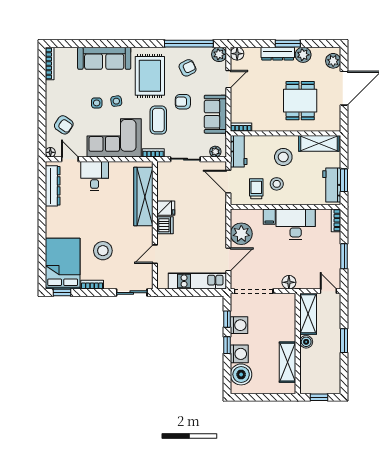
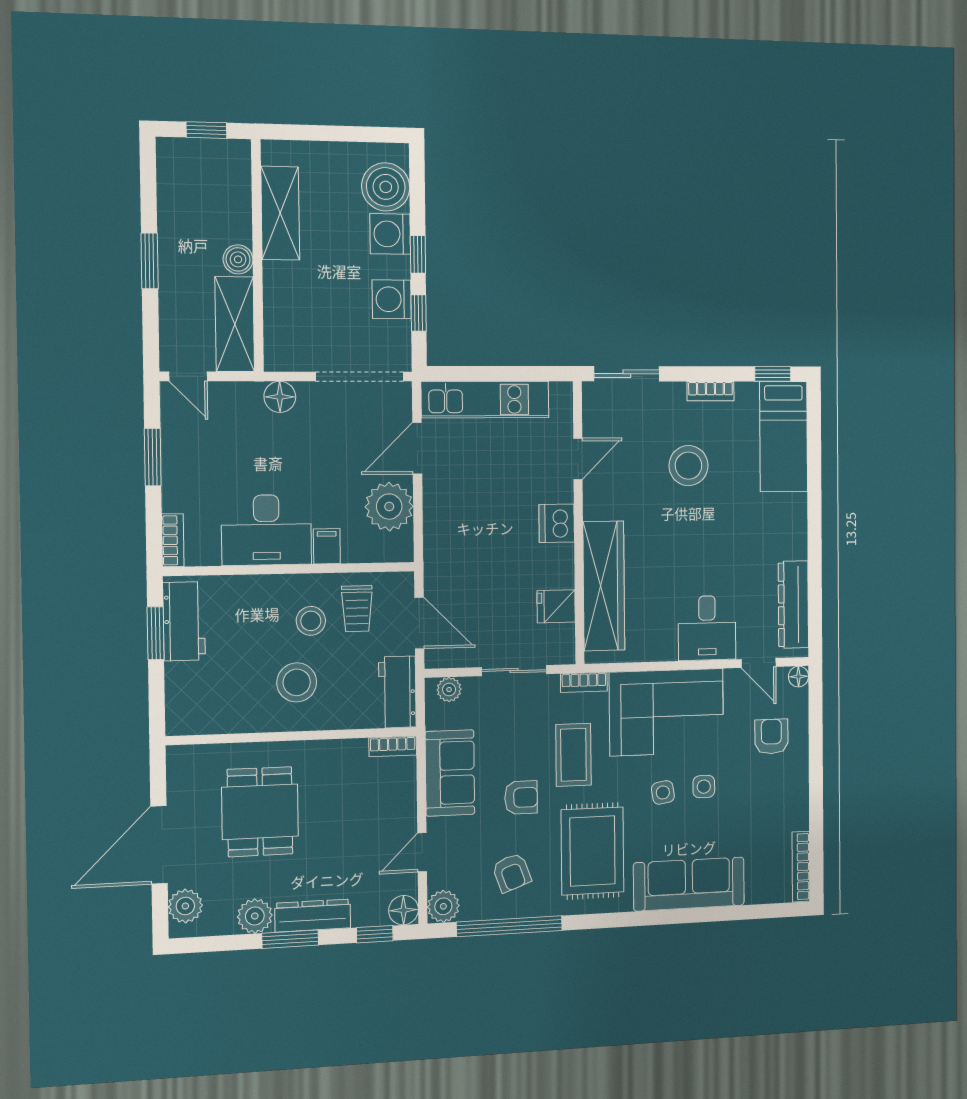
window: (250, 44) -> (375, 934), added
armchair: (188, 68) -> (512, 873), turned -84
armchair: (64, 125) -> (771, 736), turned 56
shelving: (319, 143) -> (215, 716), removed
fridge: (166, 208) -> (556, 606), moved
bed: (63, 264) -> (784, 437), width x0.67

